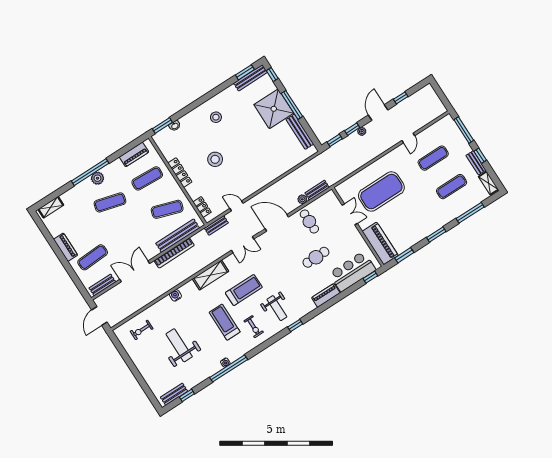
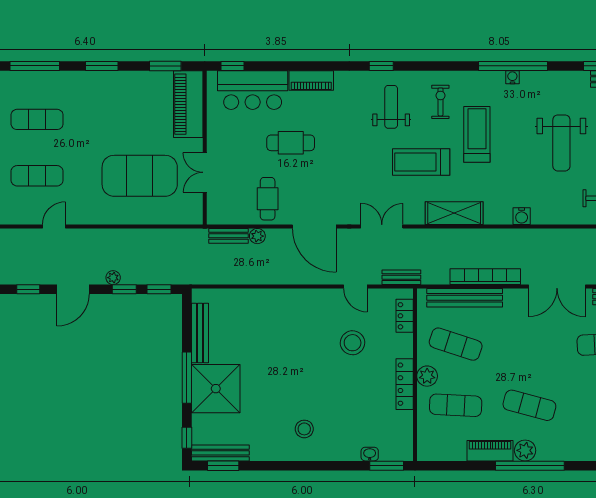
piano: (134, 154) -> (490, 451), moved
stool: (215, 159) -> (353, 343), moved
plant: (171, 184) -> (427, 376), added
treadmill: (225, 322) -> (477, 134), turned 180

